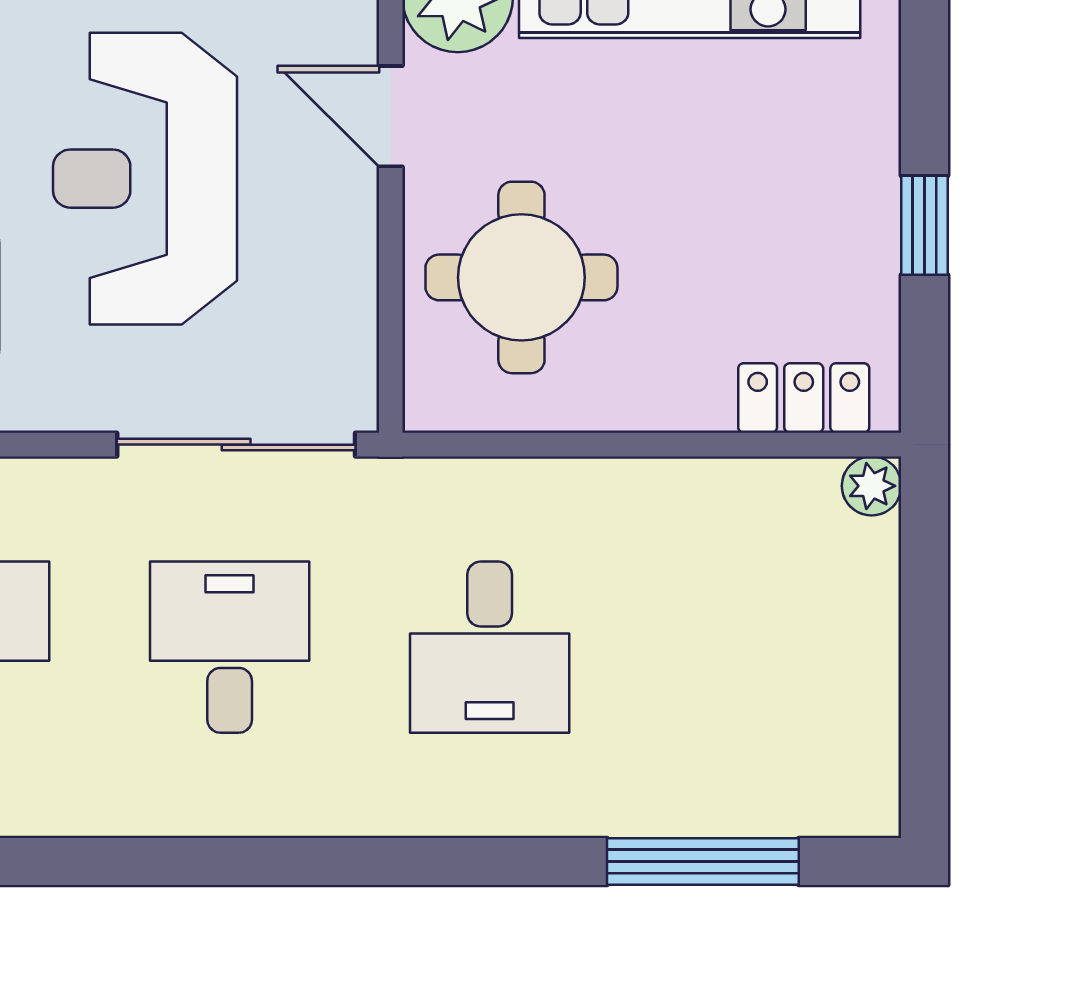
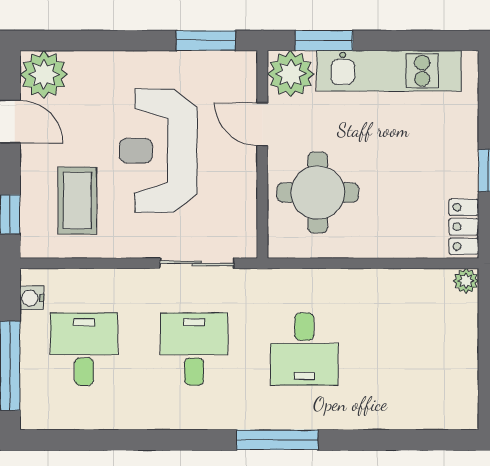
locker: (804, 398) -> (464, 227), moved, turned -90
sliding door: (236, 445) -> (197, 263), width x0.73
window: (703, 861) -> (277, 440), moved

